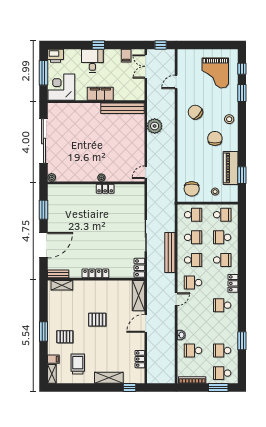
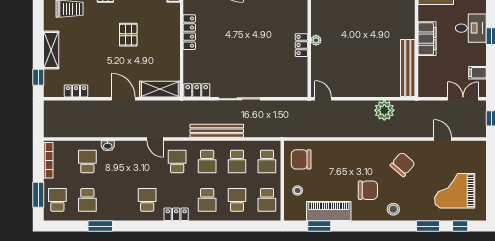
school desk: (222, 350) -> (87, 200), turned 180

